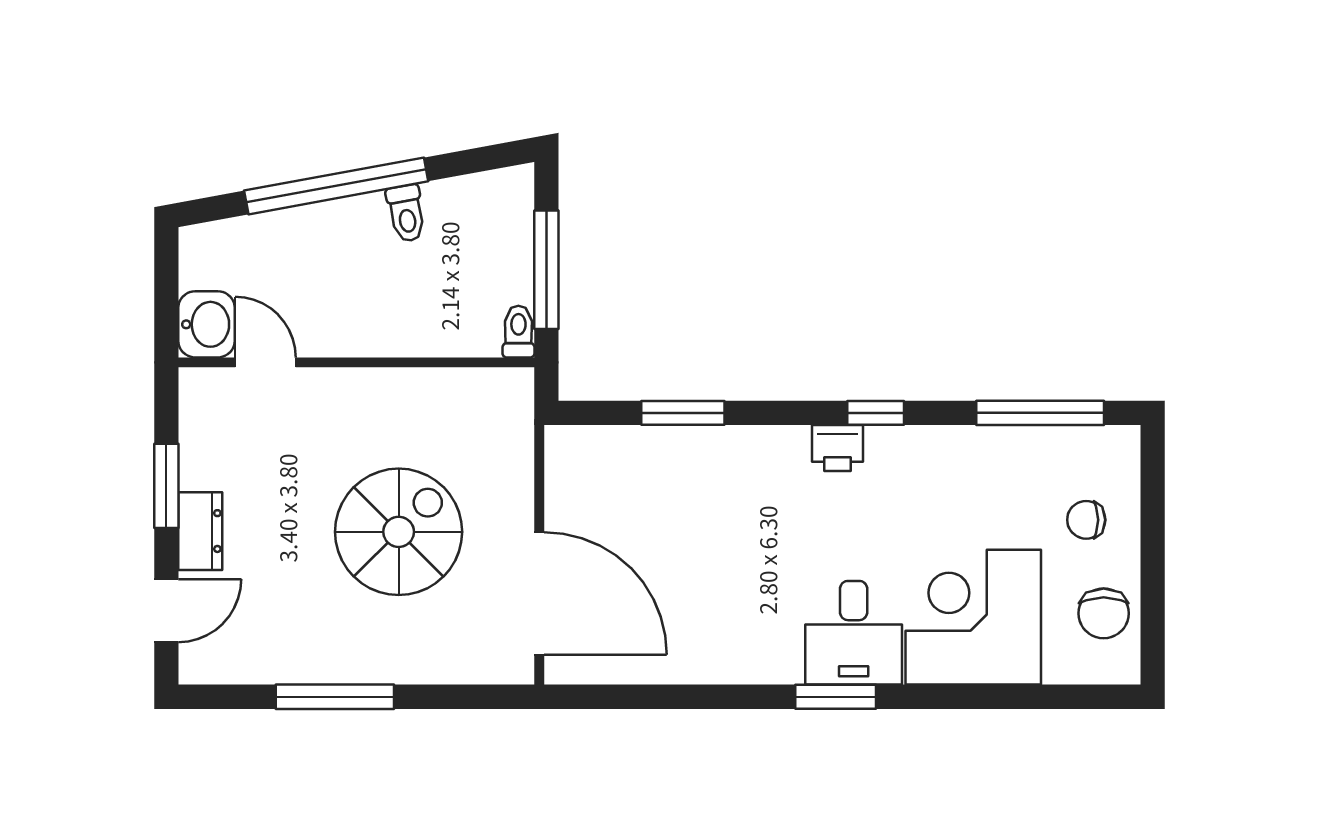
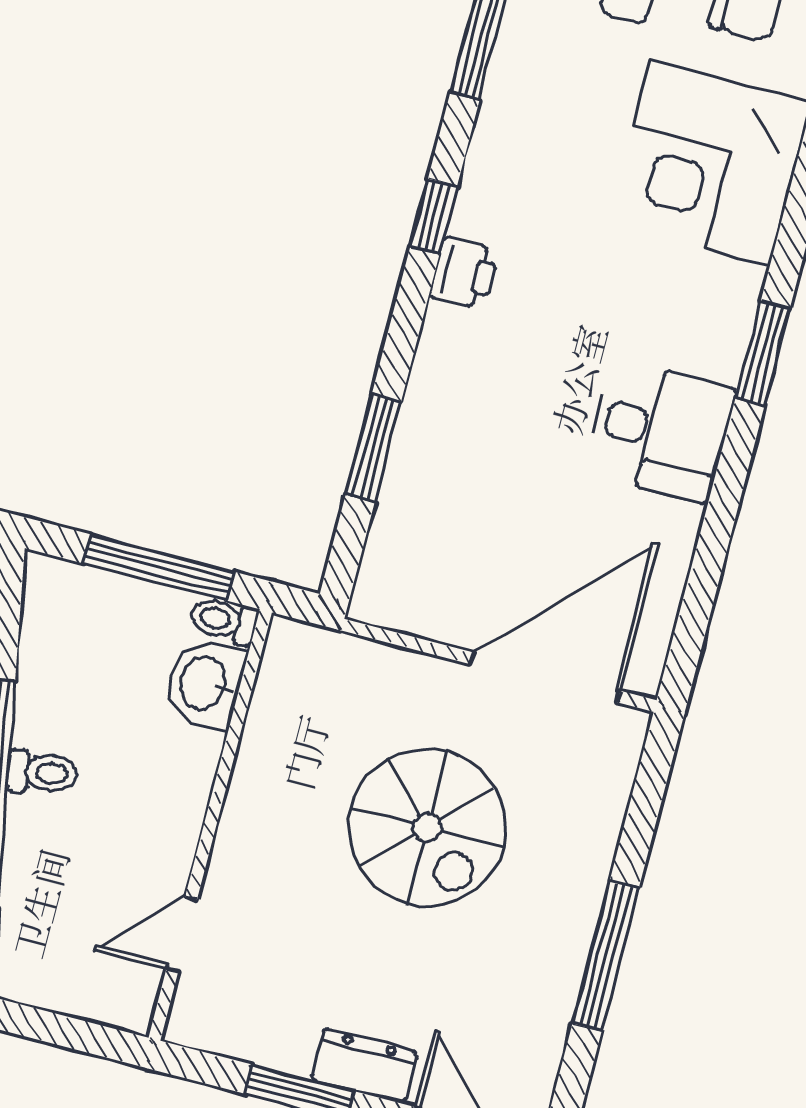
toilet: (406, 213) -> (42, 773), moved
washbasin: (206, 324) -> (205, 684), moved, turned -90
spiral stairs: (399, 532) -> (427, 827), turned 180
desk: (854, 633) -> (660, 431), moved

